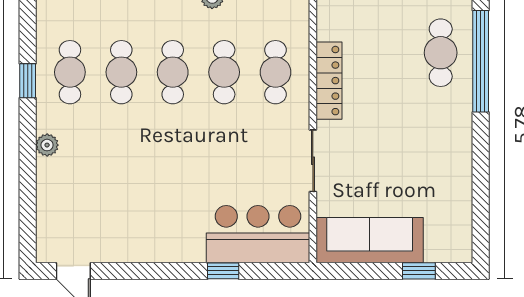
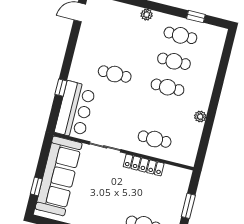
cafe table: (224, 72) -> (115, 74), moved
window: (28, 81) -> (196, 17), moved
sofa: (370, 240) -> (59, 176), width x1.36, depth x1.27

